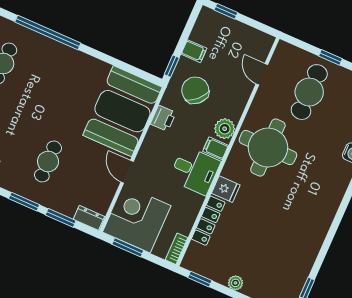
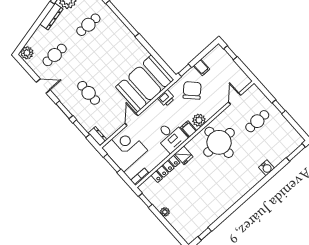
cafe table: (309, 92) -> (257, 121), width x0.73, depth x0.74
cafe table: (48, 161) -> (89, 93), turned 90

